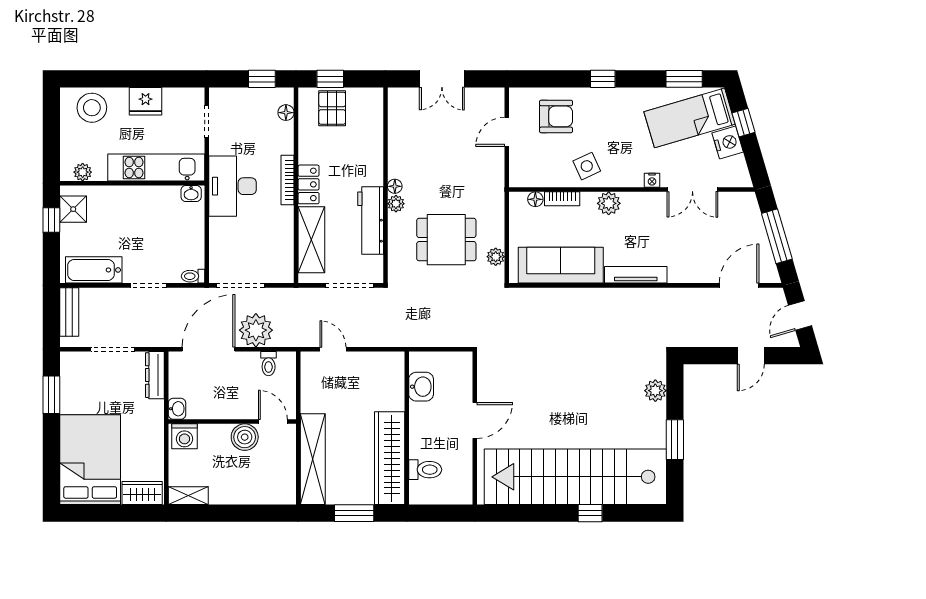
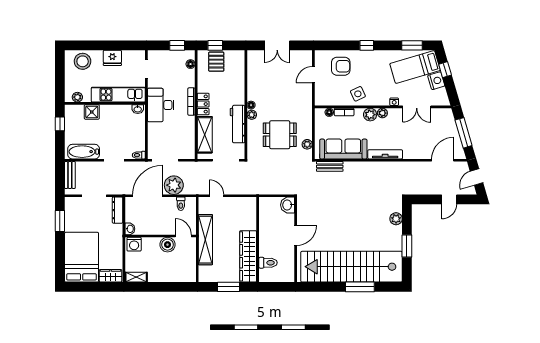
plant: (631, 201) -> (382, 113), added
shower: (73, 209) -> (92, 112), moved
bench: (536, 297) -> (330, 166), added
washbasin: (421, 387) -> (288, 205), moved, turned 180
shelving: (313, 459) -> (205, 240), moved
window: (590, 513) -> (360, 287), width x2.17

